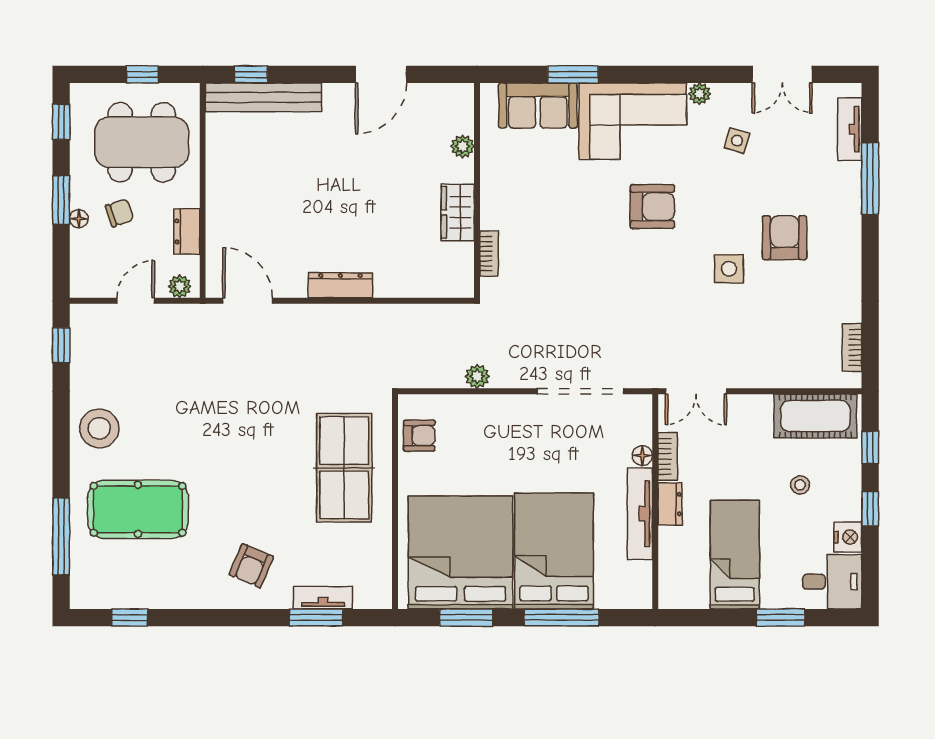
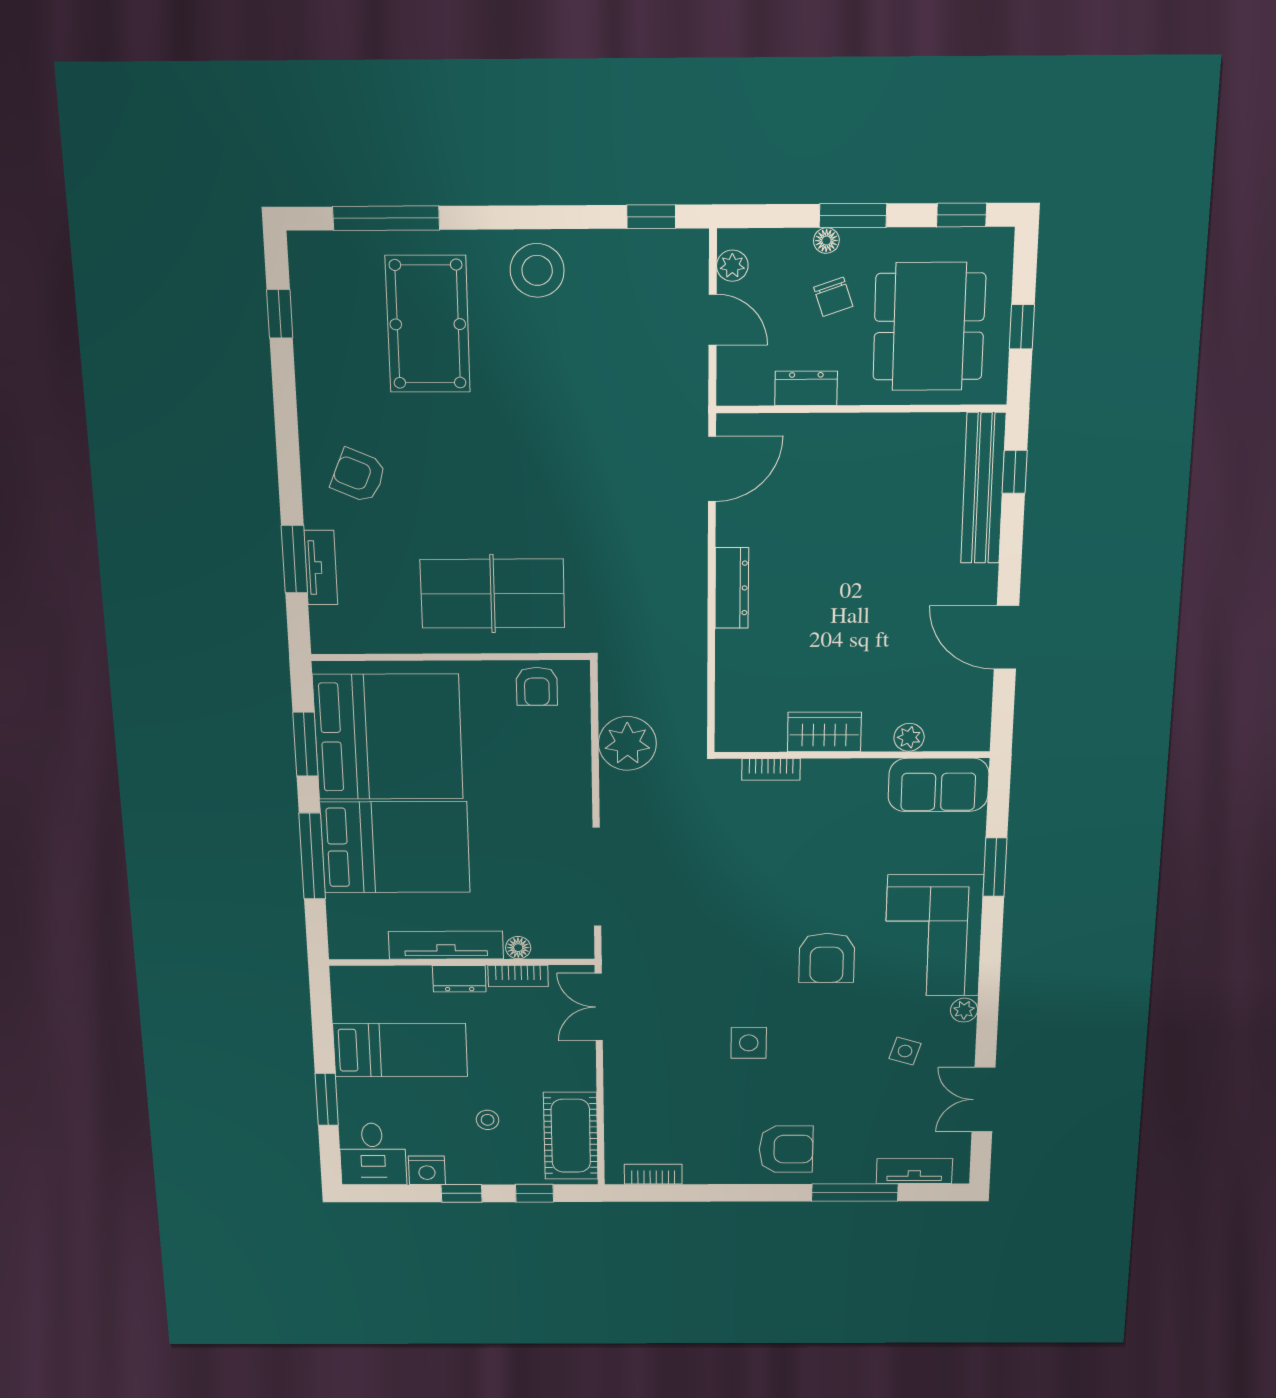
sofa: (538, 105) -> (938, 785), moved, turned -90
armchair: (785, 238) -> (786, 1149), moved
plant: (180, 287) -> (732, 266), moved
plant: (477, 376) -> (627, 743), width x1.88, depth x1.88

